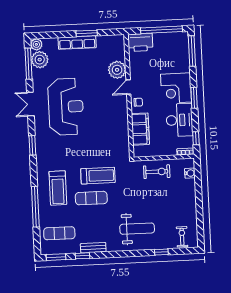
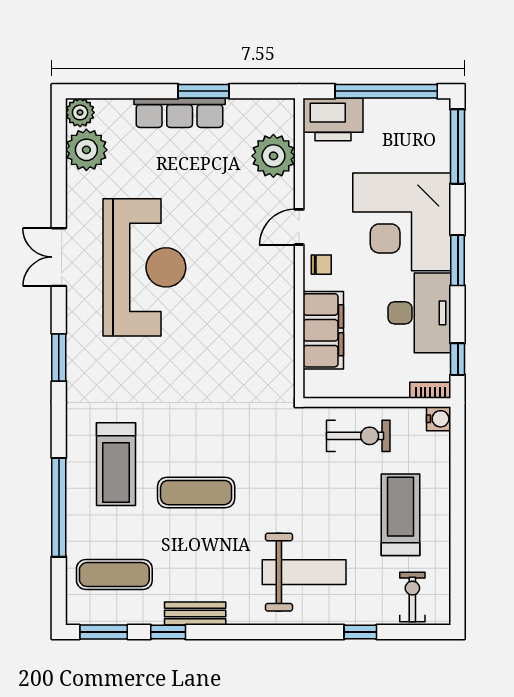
window: (29, 64) -> (59, 158), removed
plant: (117, 70) -> (273, 156), moved
corner desk: (176, 88) -> (402, 222), width x1.36, depth x1.36
water cooler: (190, 173) -> (439, 419), moved
treadmill: (98, 176) -> (401, 515), moved, turned -90

